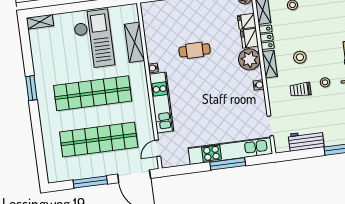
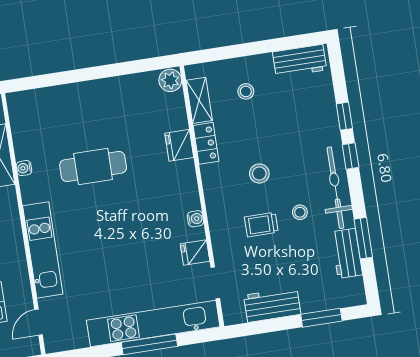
fridge: (247, 21) -> (195, 252), moved
cafe table: (195, 50) -> (93, 166), width x1.37, depth x1.35
plant: (249, 59) -> (180, 179), removed
shelving: (270, 64) -> (212, 185), removed
water cooler: (153, 68) -> (24, 168), moved

